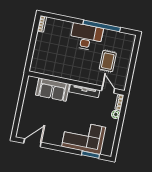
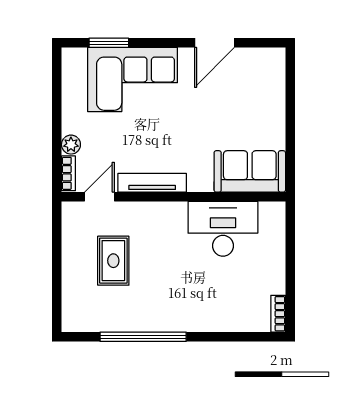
desk: (86, 37) -> (223, 229), moved, turned 180
sofa: (53, 90) -> (250, 171), moved
door: (108, 90) -> (99, 197), swing flipped
door: (32, 143) -> (215, 43), moved

